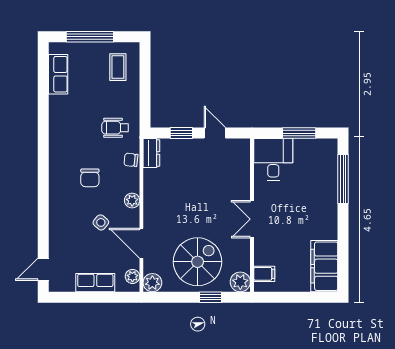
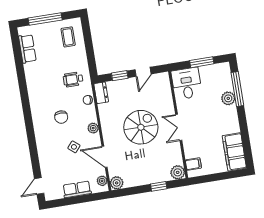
door: (215, 133) -> (143, 72), swing flipped
plant: (328, 190) -> (228, 98), added
spiral stairs: (198, 262) -> (141, 127), moved

